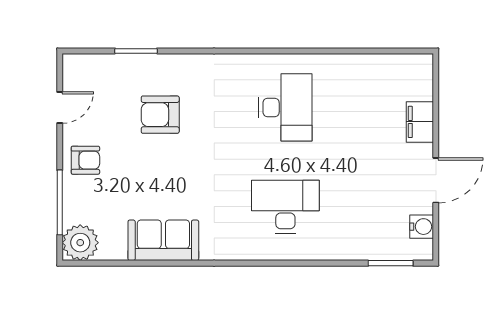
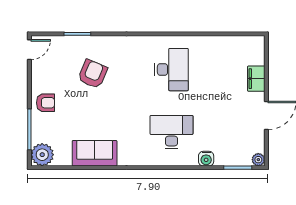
door: (60, 107) -> (29, 50), moved
armchair: (160, 115) -> (93, 74), turned 113
water cooler: (422, 227) -> (206, 159), moved, turned 90
plant: (423, 250) -> (258, 160), added

